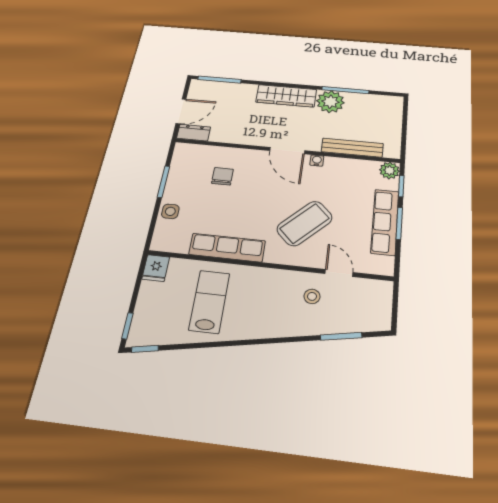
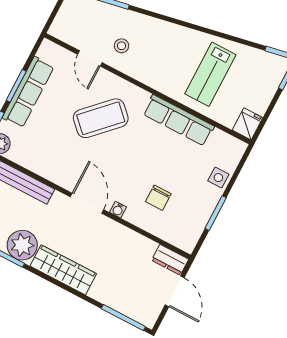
door: (181, 111) -> (175, 291), swing flipped
water cooler: (317, 161) -> (118, 210), moved

